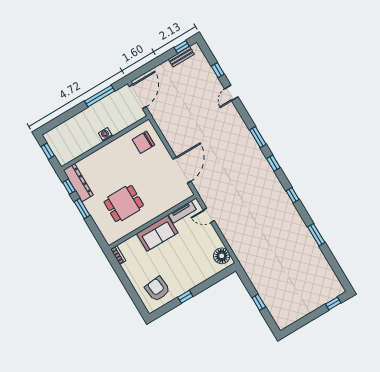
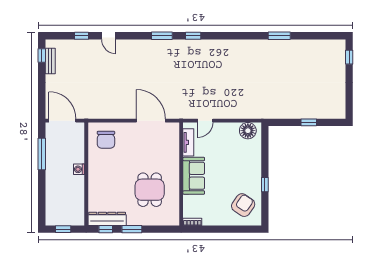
window: (293, 195) -> (232, 36), removed
armchair: (157, 289) -> (243, 205), turned 130

